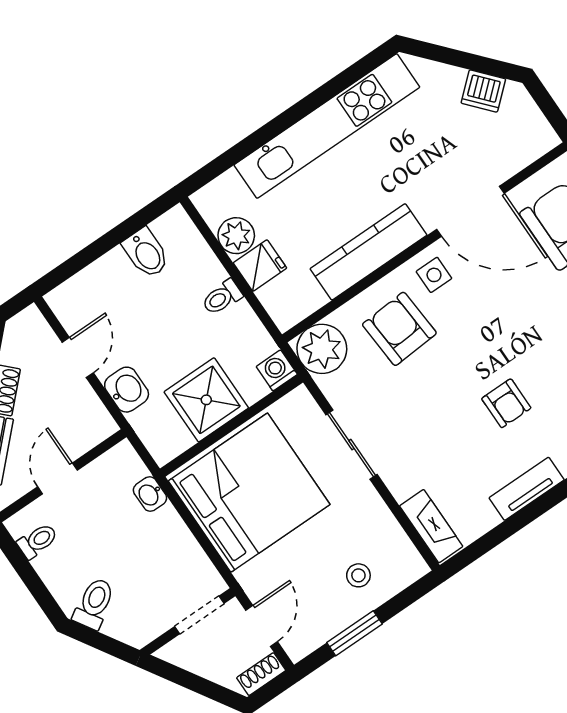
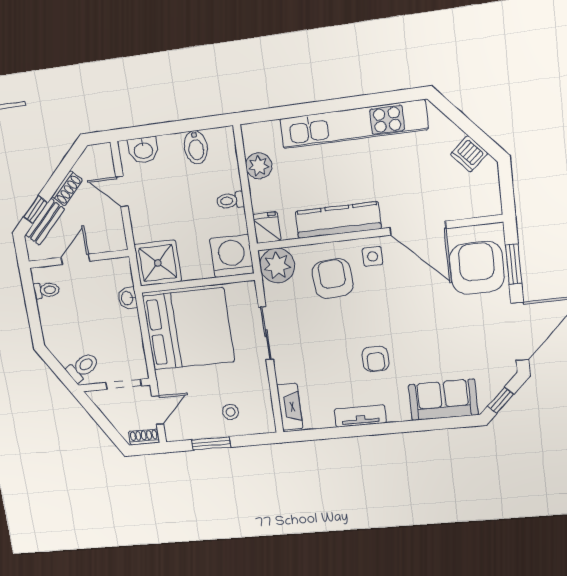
fridge: (260, 265) -> (267, 228), moved, turned -90
door: (78, 358) -> (122, 191), swing flipped
washing machine: (277, 370) -> (232, 256), width x1.89, depth x1.89
washbasin: (127, 390) -> (143, 150), moved, turned 90
shower: (206, 400) -> (158, 263), moved
toilet: (94, 604) -> (83, 367), moved

